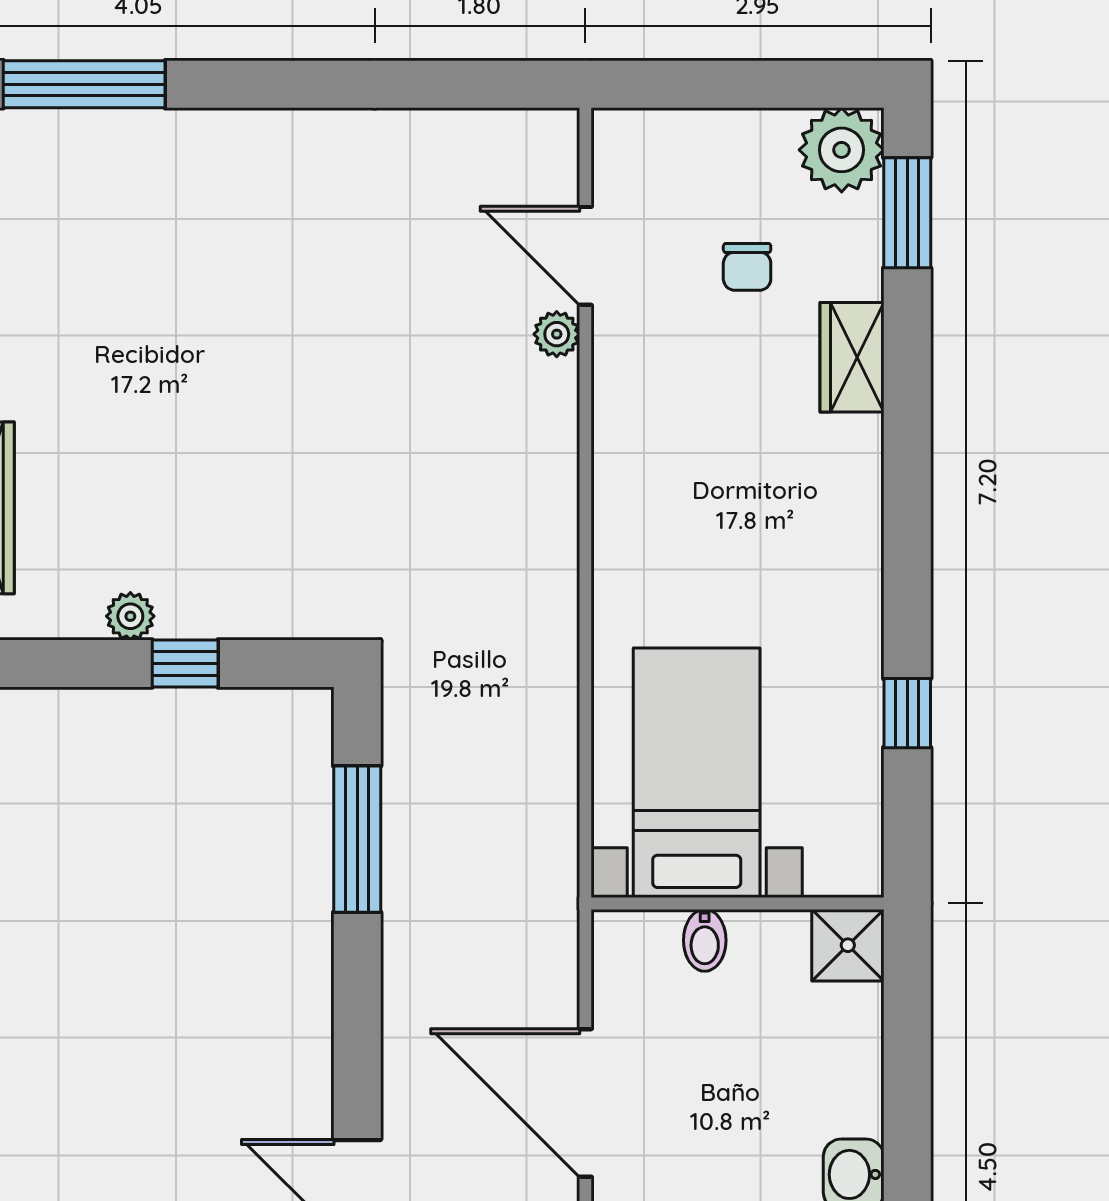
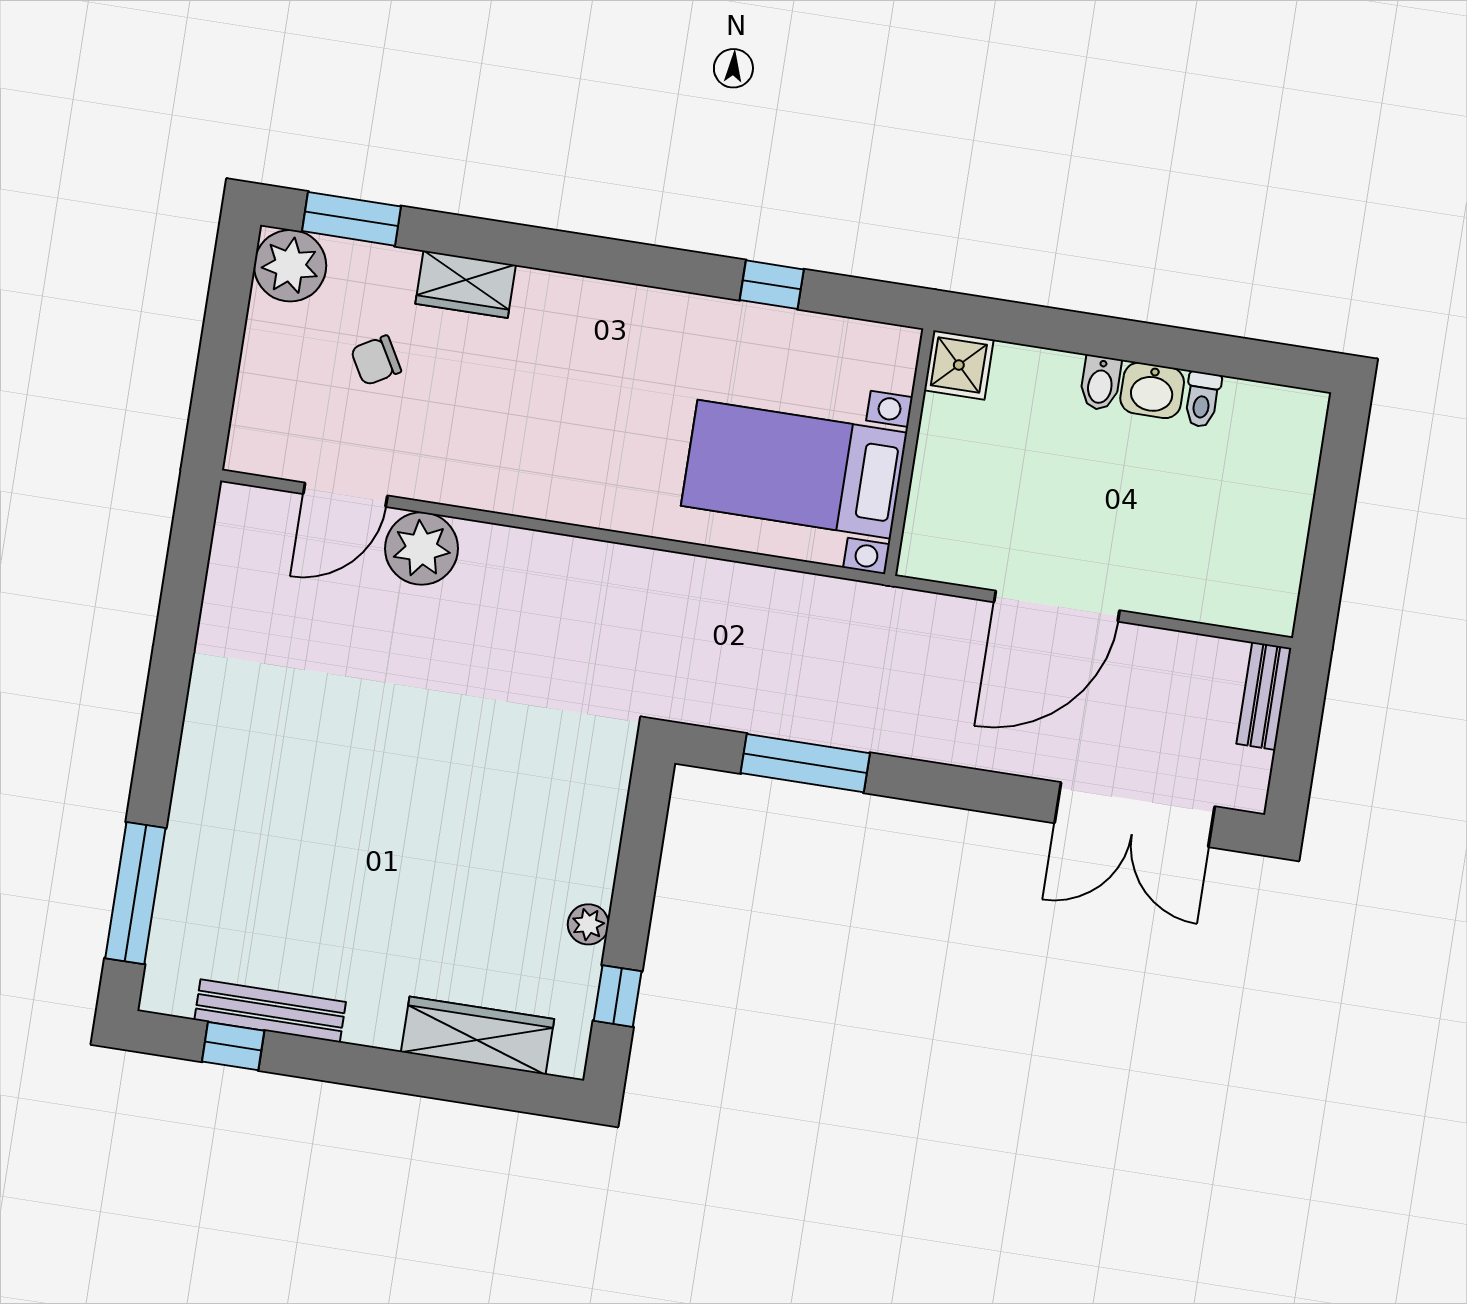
chair: (747, 267) -> (376, 360), turned 150
plant: (557, 334) -> (421, 548), width x1.88, depth x1.88
window: (185, 664) -> (618, 996), moved
bidet: (705, 940) -> (1100, 383), moved, turned 90

